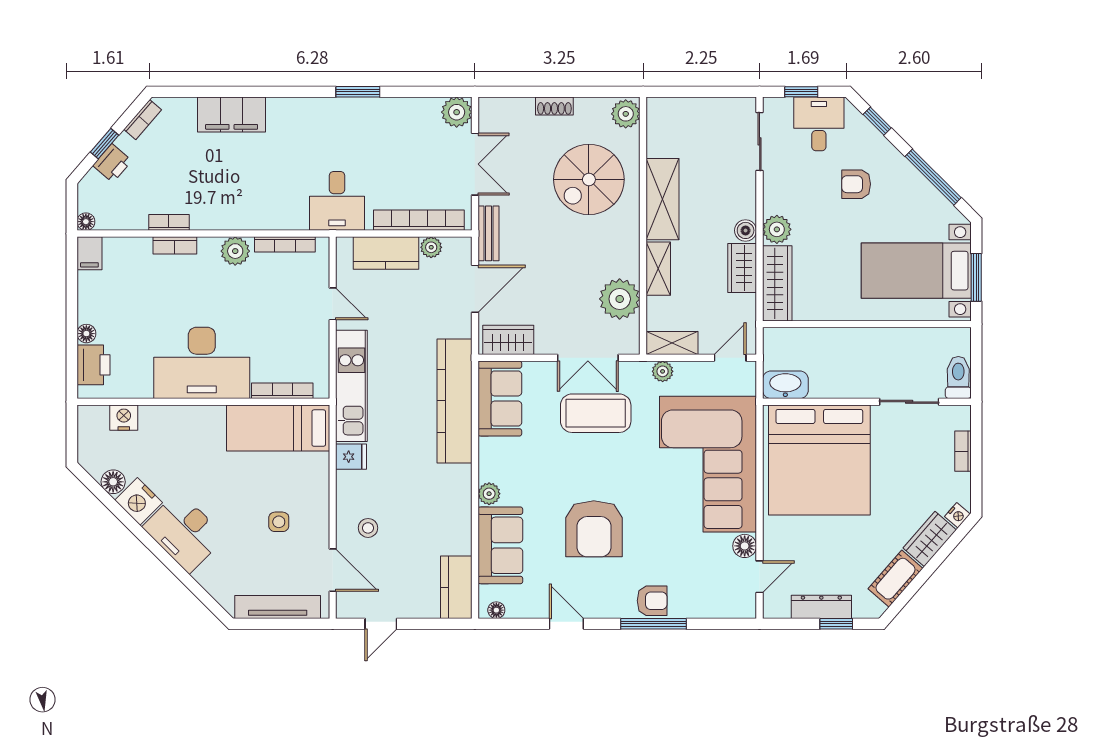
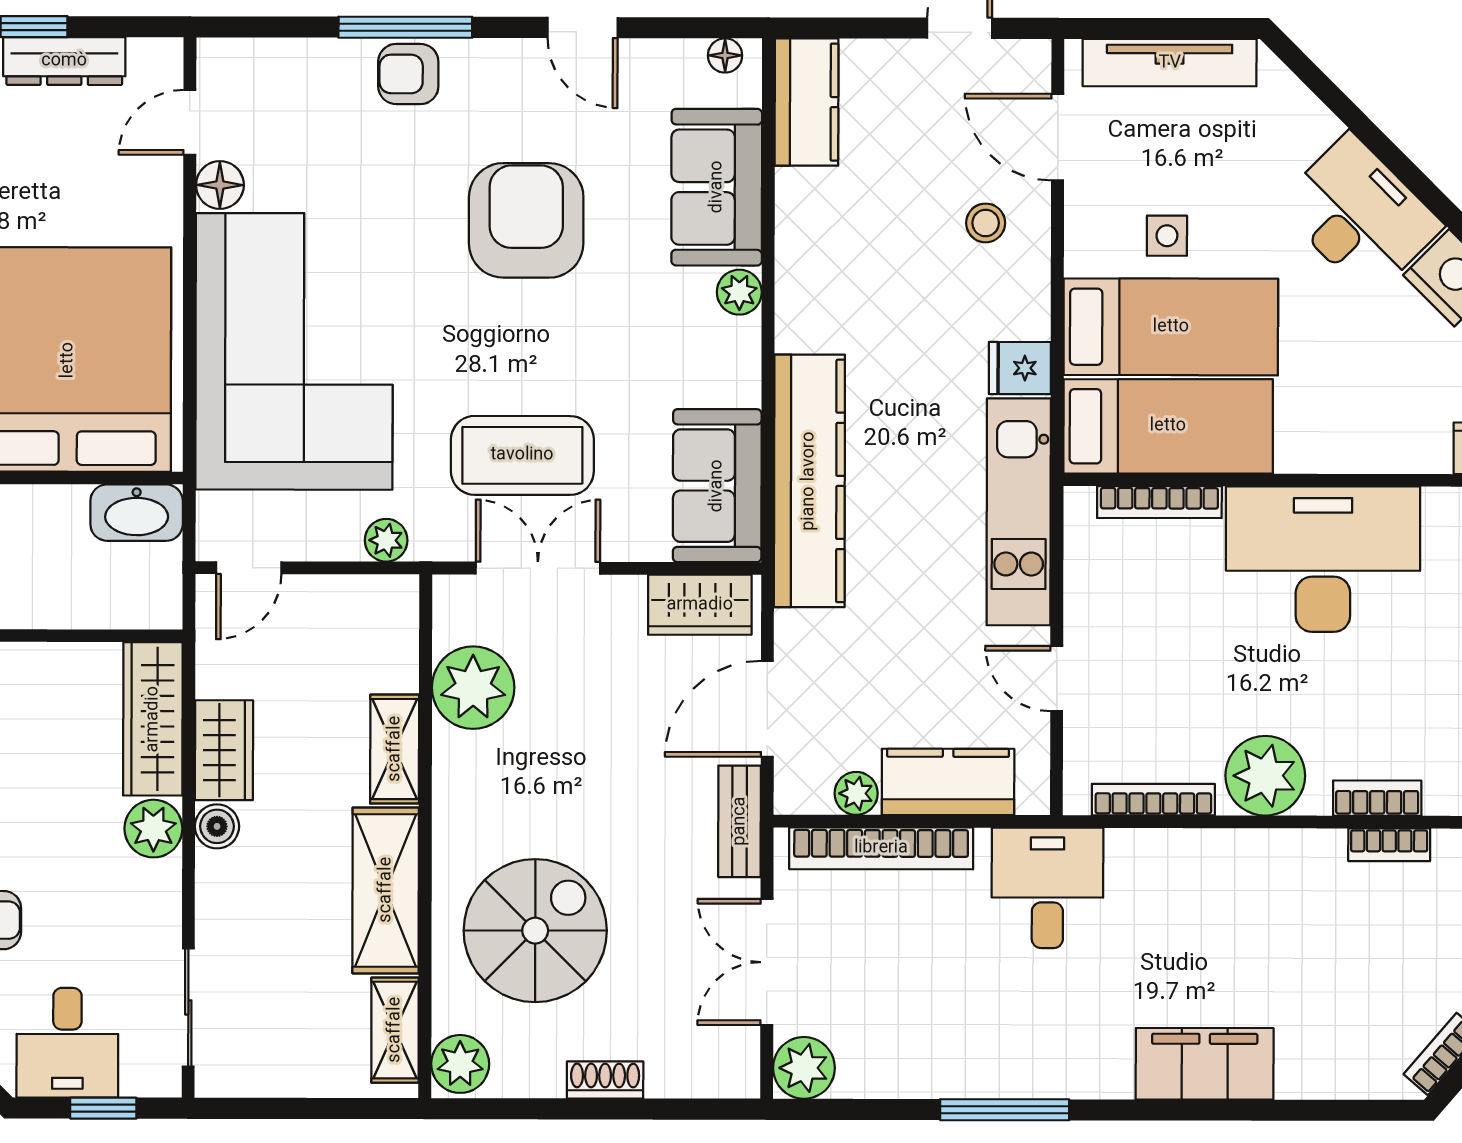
window: (358, 92) -> (1005, 1110), width x1.44
filing cabinet: (232, 115) -> (1205, 1064), moved
plant: (235, 251) -> (1265, 776), width x1.36, depth x1.36
shelving: (672, 343) -> (395, 1030), moved, turned 90
bed: (277, 477) -> (1171, 327), added

